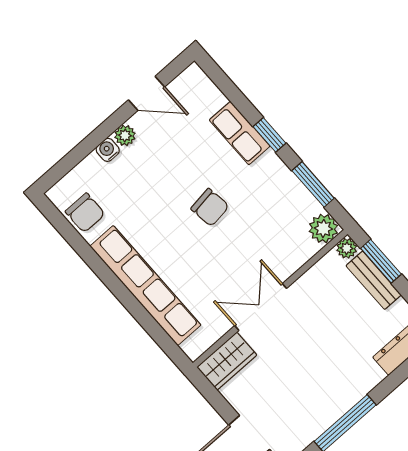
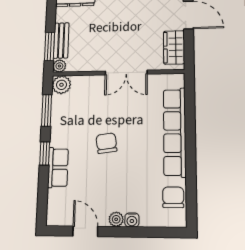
wardrobe: (227, 361) -> (174, 47), moved, turned -90

